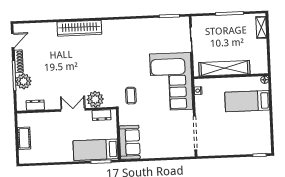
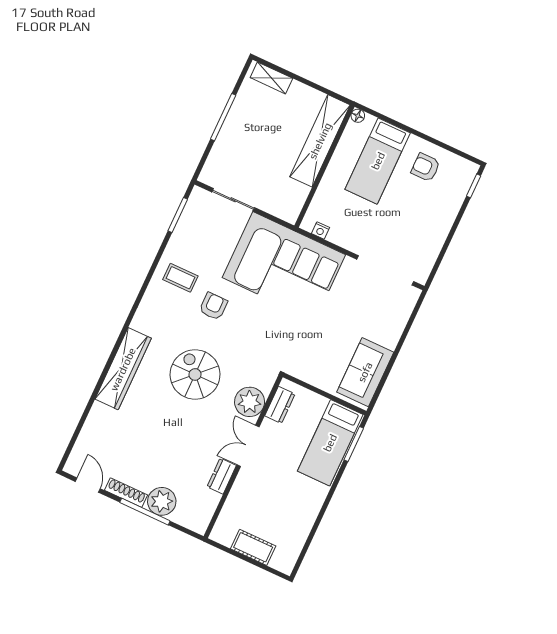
armchair: (133, 57) -> (213, 306), added
spiral stairs: (95, 65) -> (195, 374), added
shelving: (224, 68) -> (320, 141), moved
coffee table: (131, 96) -> (180, 278), moved
dresser: (35, 105) -> (222, 476), moved
armchair: (256, 126) -> (426, 167), added
sofa: (130, 142) -> (365, 372), moved, turned -90

